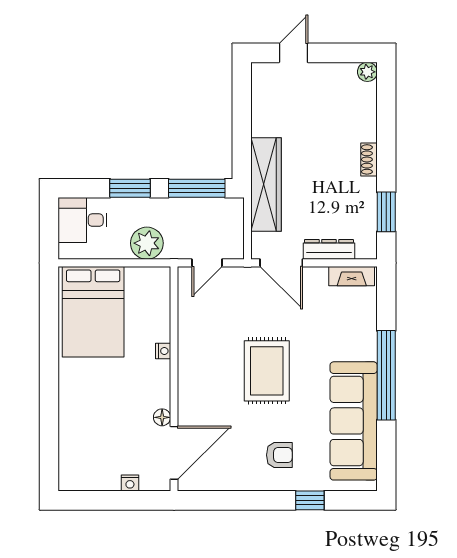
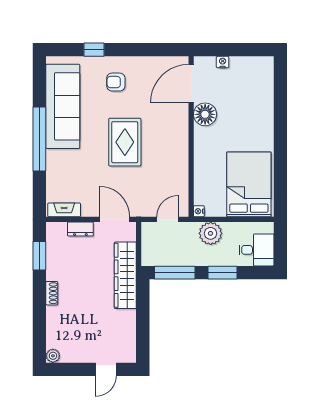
dresser: (329, 249) -> (80, 229), width x0.70
nightstand: (163, 351) -> (199, 211), moved
floor lamp: (162, 417) -> (205, 114), width x1.89, depth x1.89

